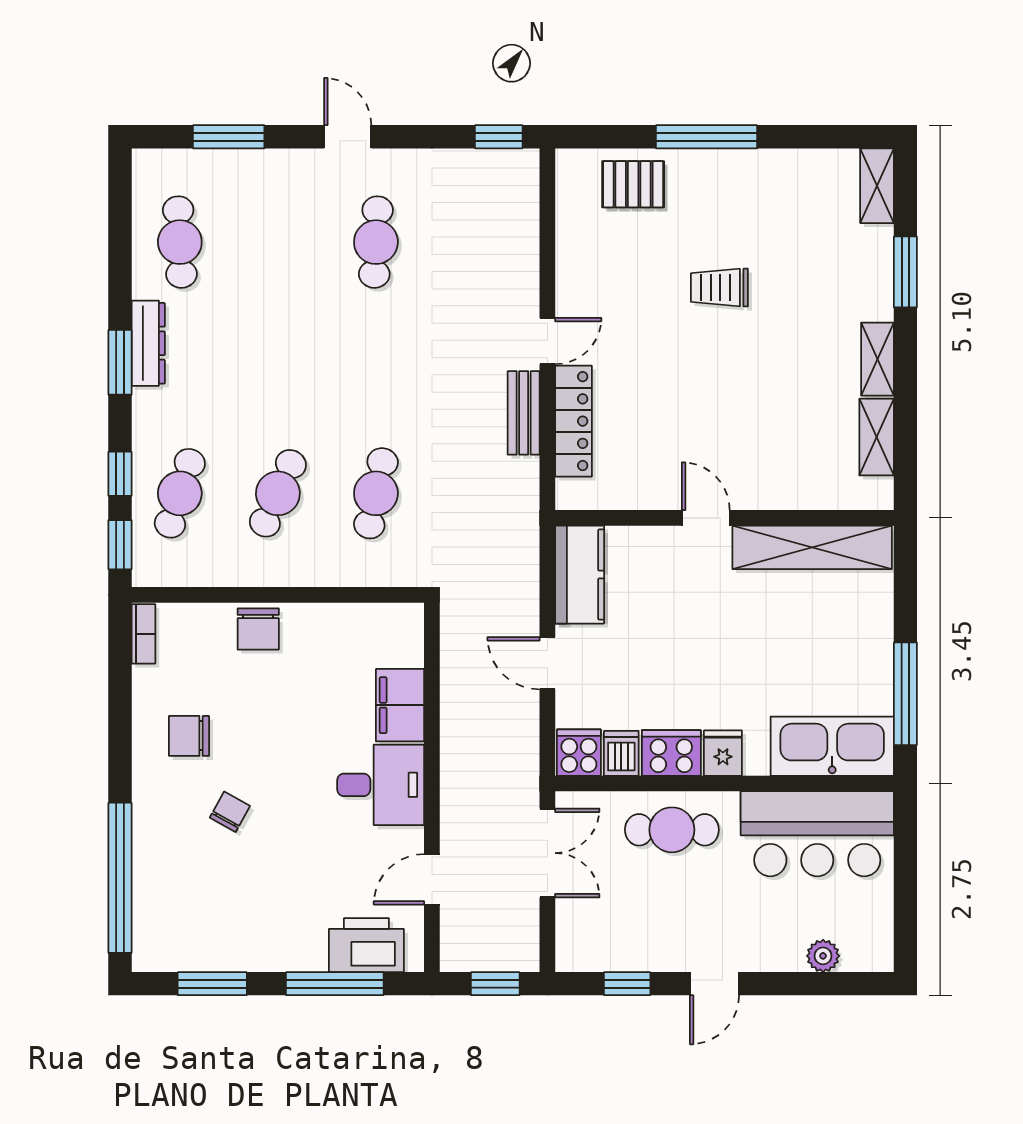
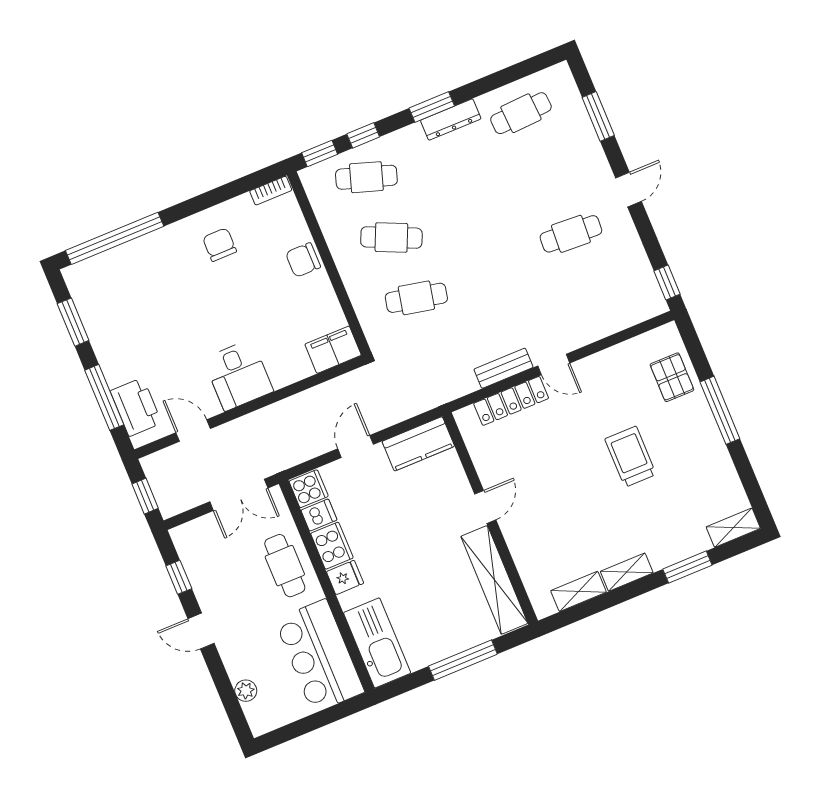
trolley: (719, 288) -> (630, 457), width x1.36, depth x1.39
window: (905, 694) -> (463, 660), moved
filing cabinet: (400, 705) -> (333, 350), moved
chair: (230, 812) -> (183, 289), removed

